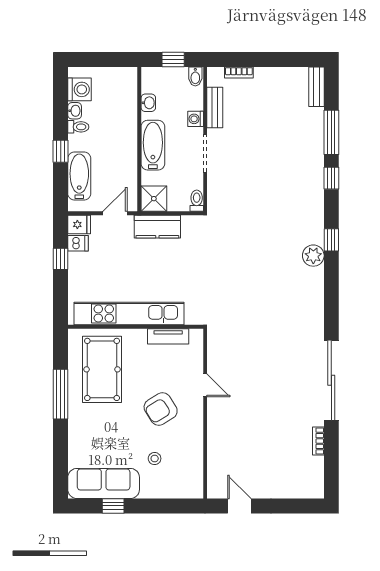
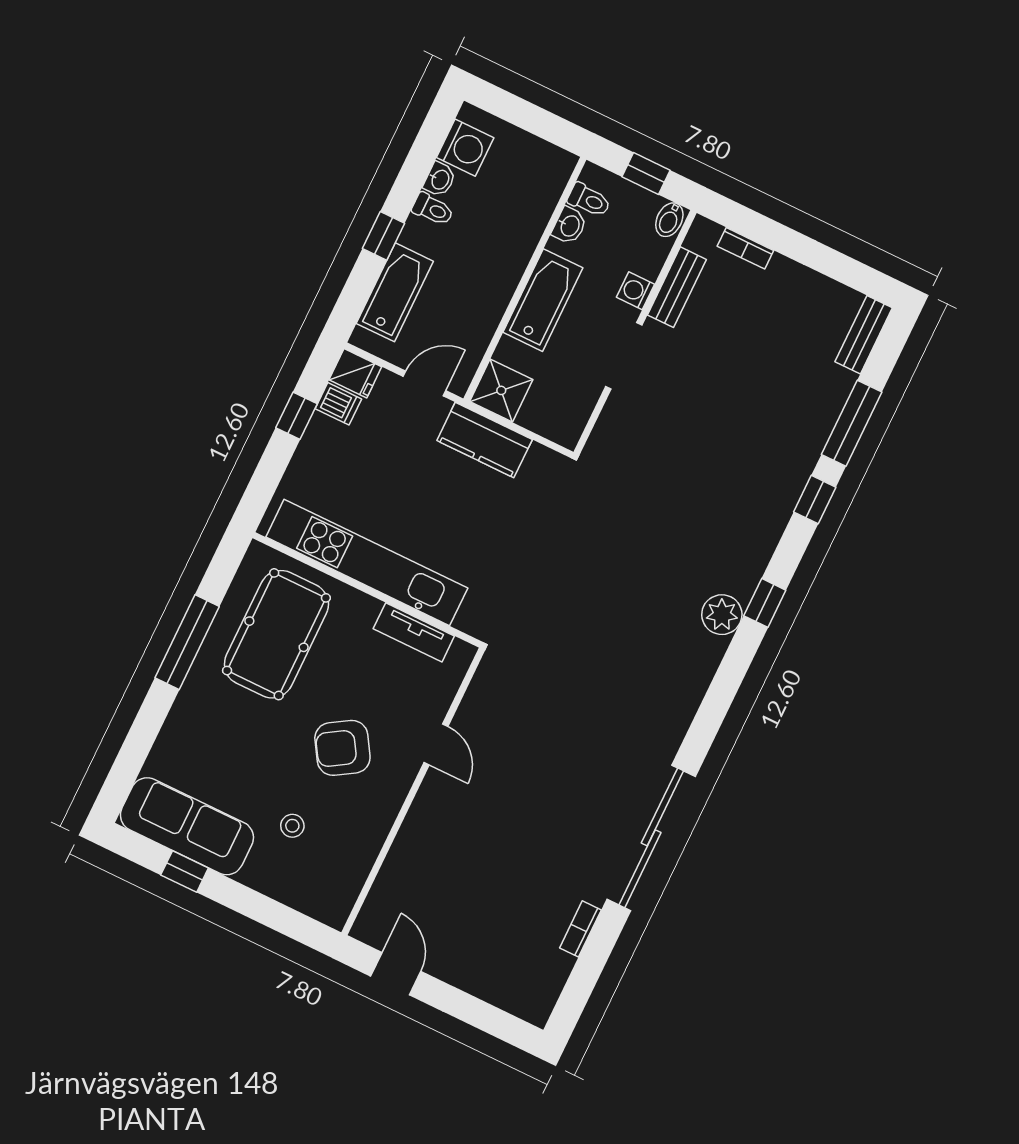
toilet: (197, 201) -> (589, 200), moved, turned 90

